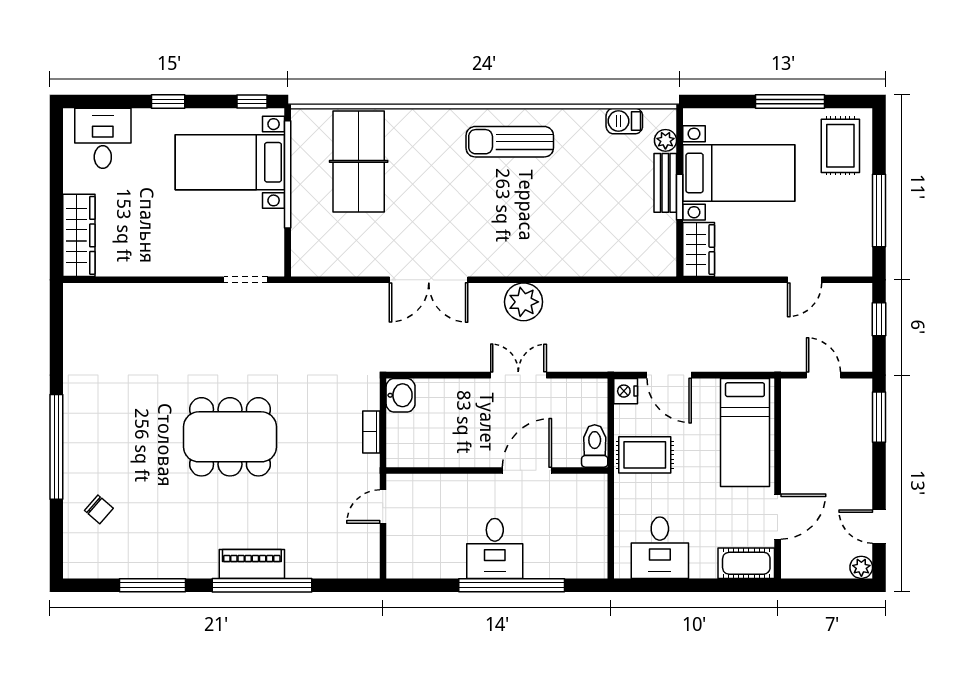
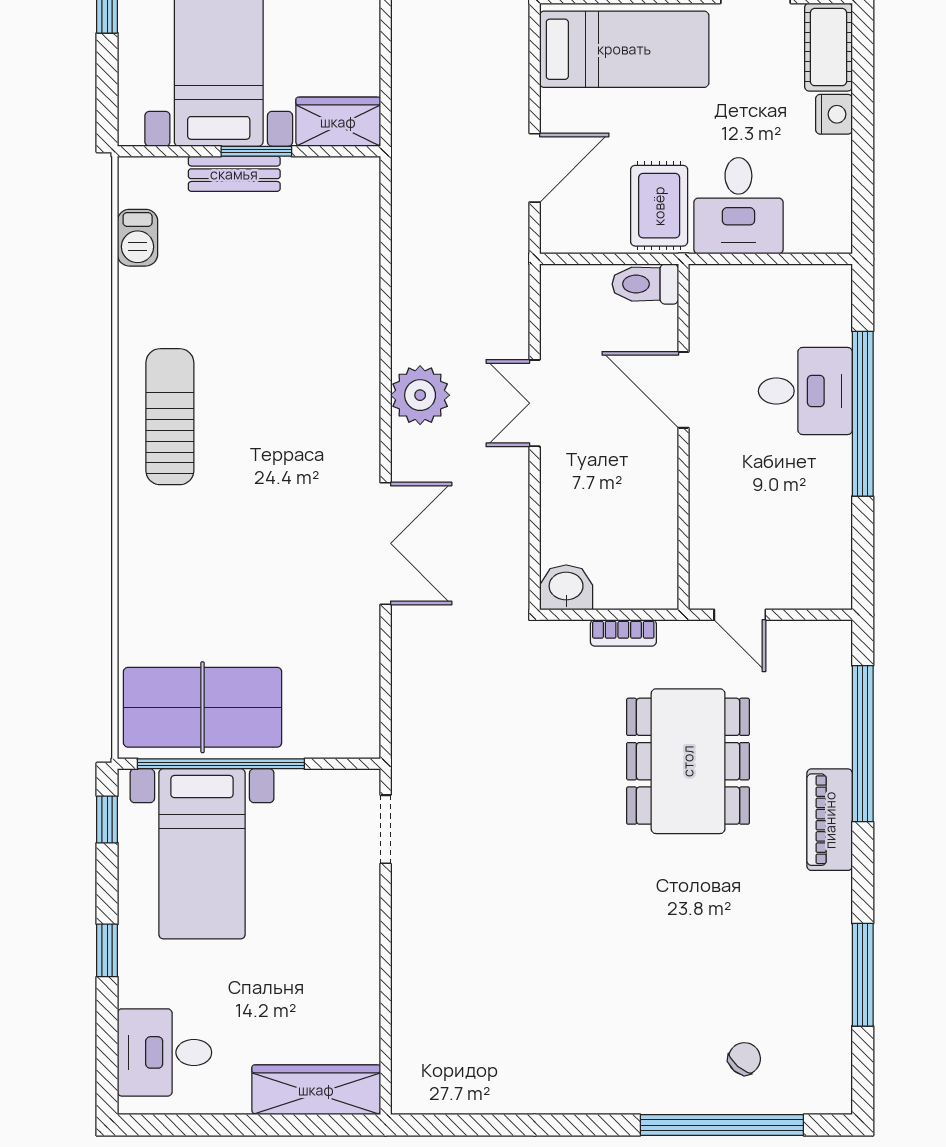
plant: (665, 140) -> (168, 173), removed
sun lounger: (510, 142) -> (170, 417), turned 180
table tennis table: (359, 161) -> (203, 707), moved
nightstand: (626, 391) -> (834, 114), moved, turned -90
dining table: (230, 437) -> (688, 761), moved
window: (56, 447) -> (722, 1125), moved
desk: (495, 548) -> (805, 391), moved
desk: (660, 548) -> (738, 206), moved, turned 90
window: (262, 585) -> (863, 744), moved

